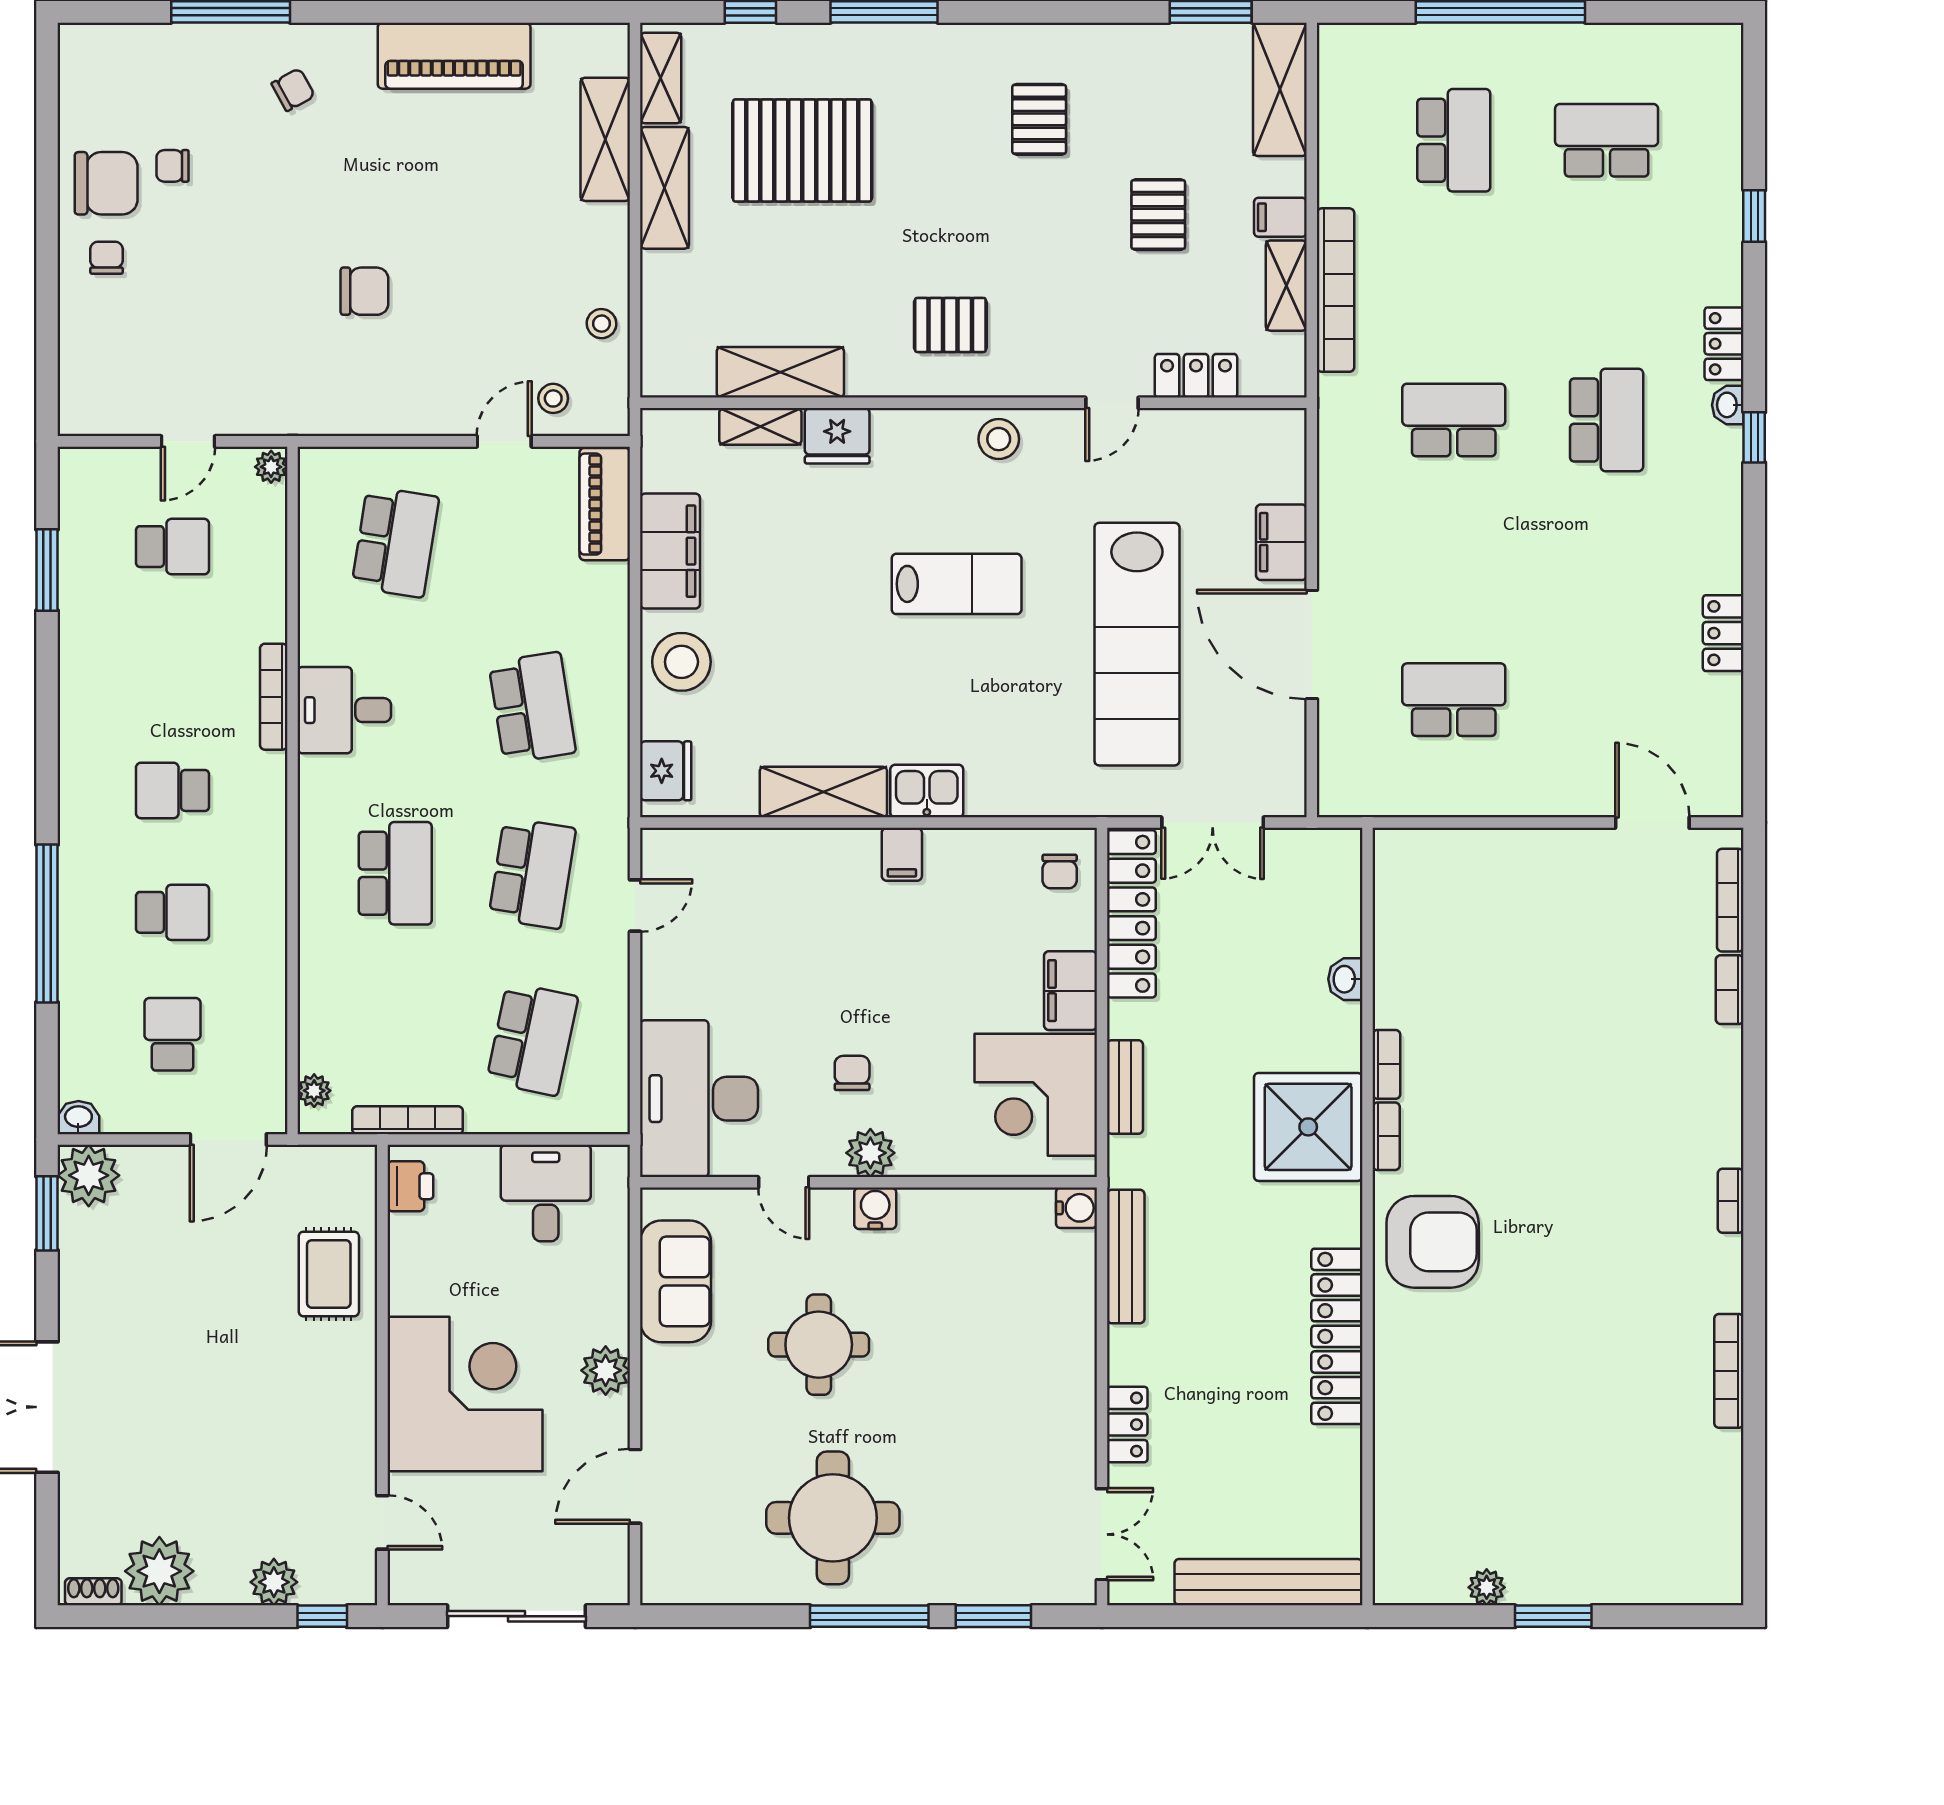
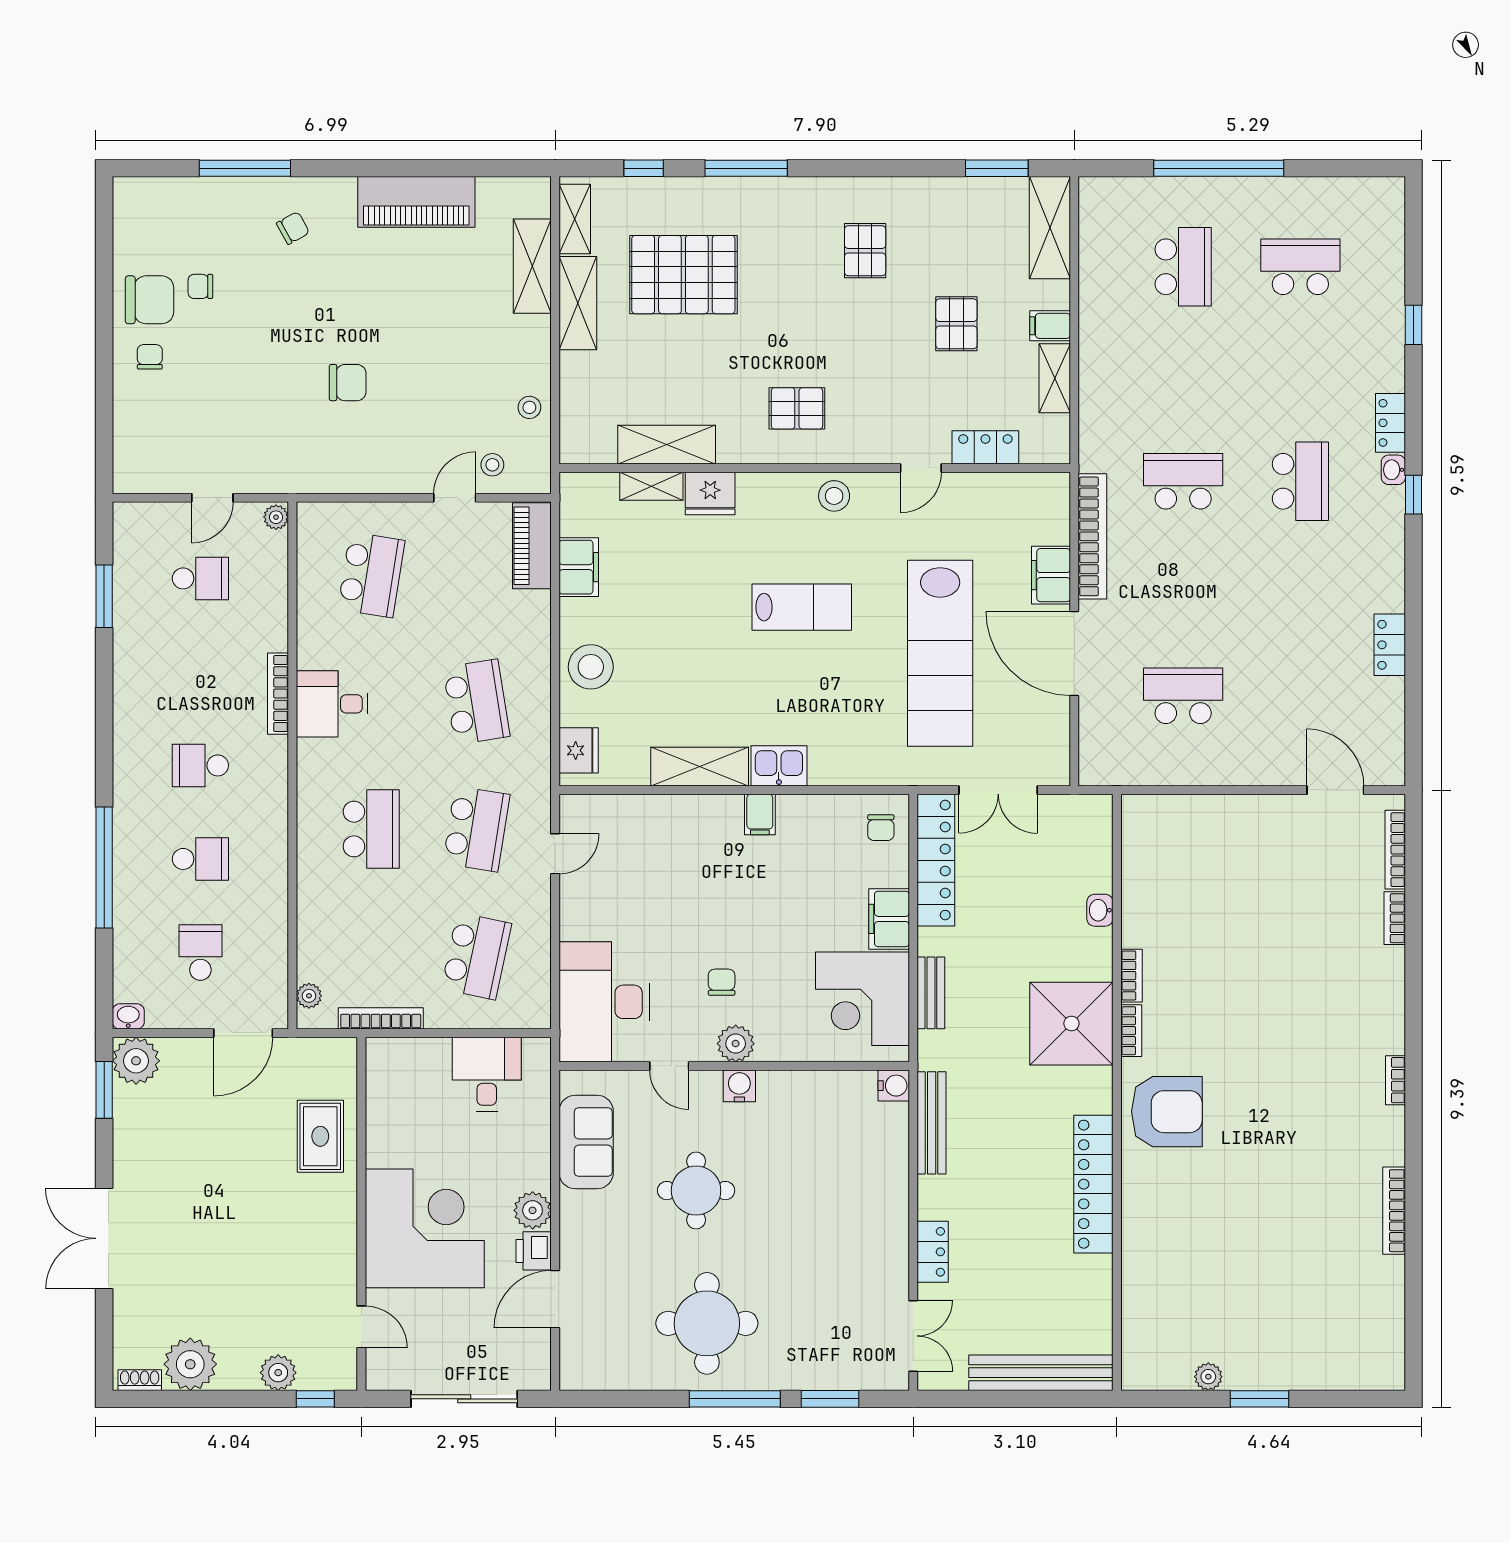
bookcase: (1335, 290) -> (1092, 536), moved
filing cabinet: (670, 551) -> (579, 567), width x0.67, depth x0.86
printer: (410, 1186) -> (534, 1251), moved, turned 180

